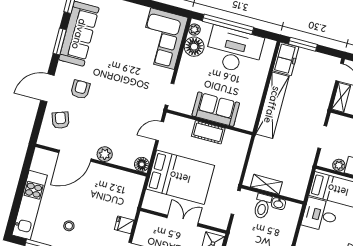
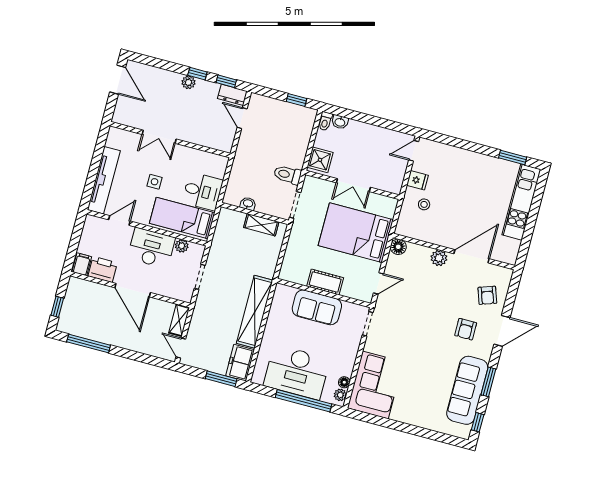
floor lamp: (194, 47) -> (344, 382), width x0.53, depth x0.53
toilet: (262, 206) -> (288, 175), moved, turned -90
stool: (69, 226) -> (424, 204), moved

